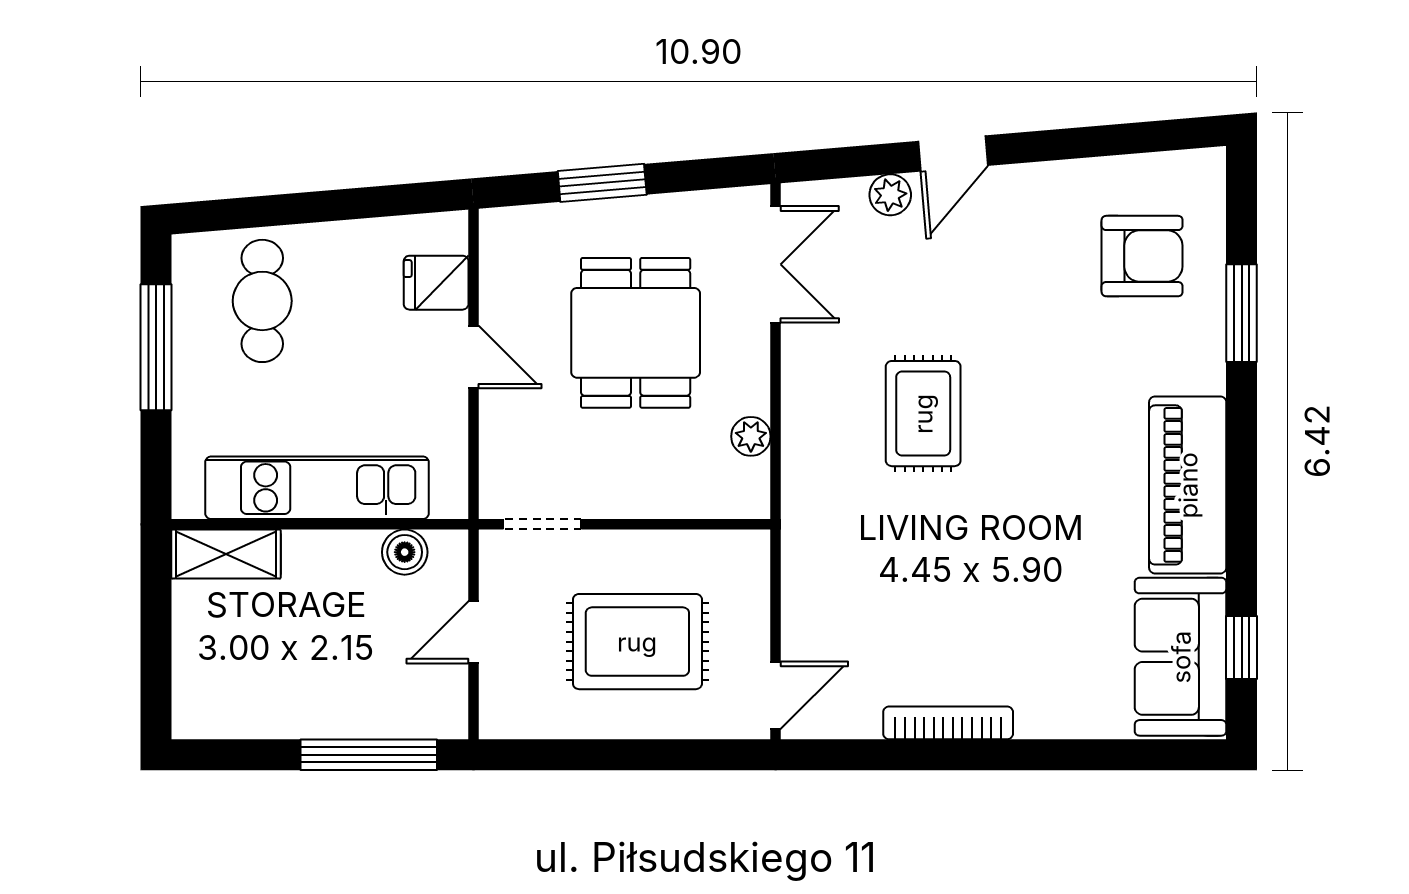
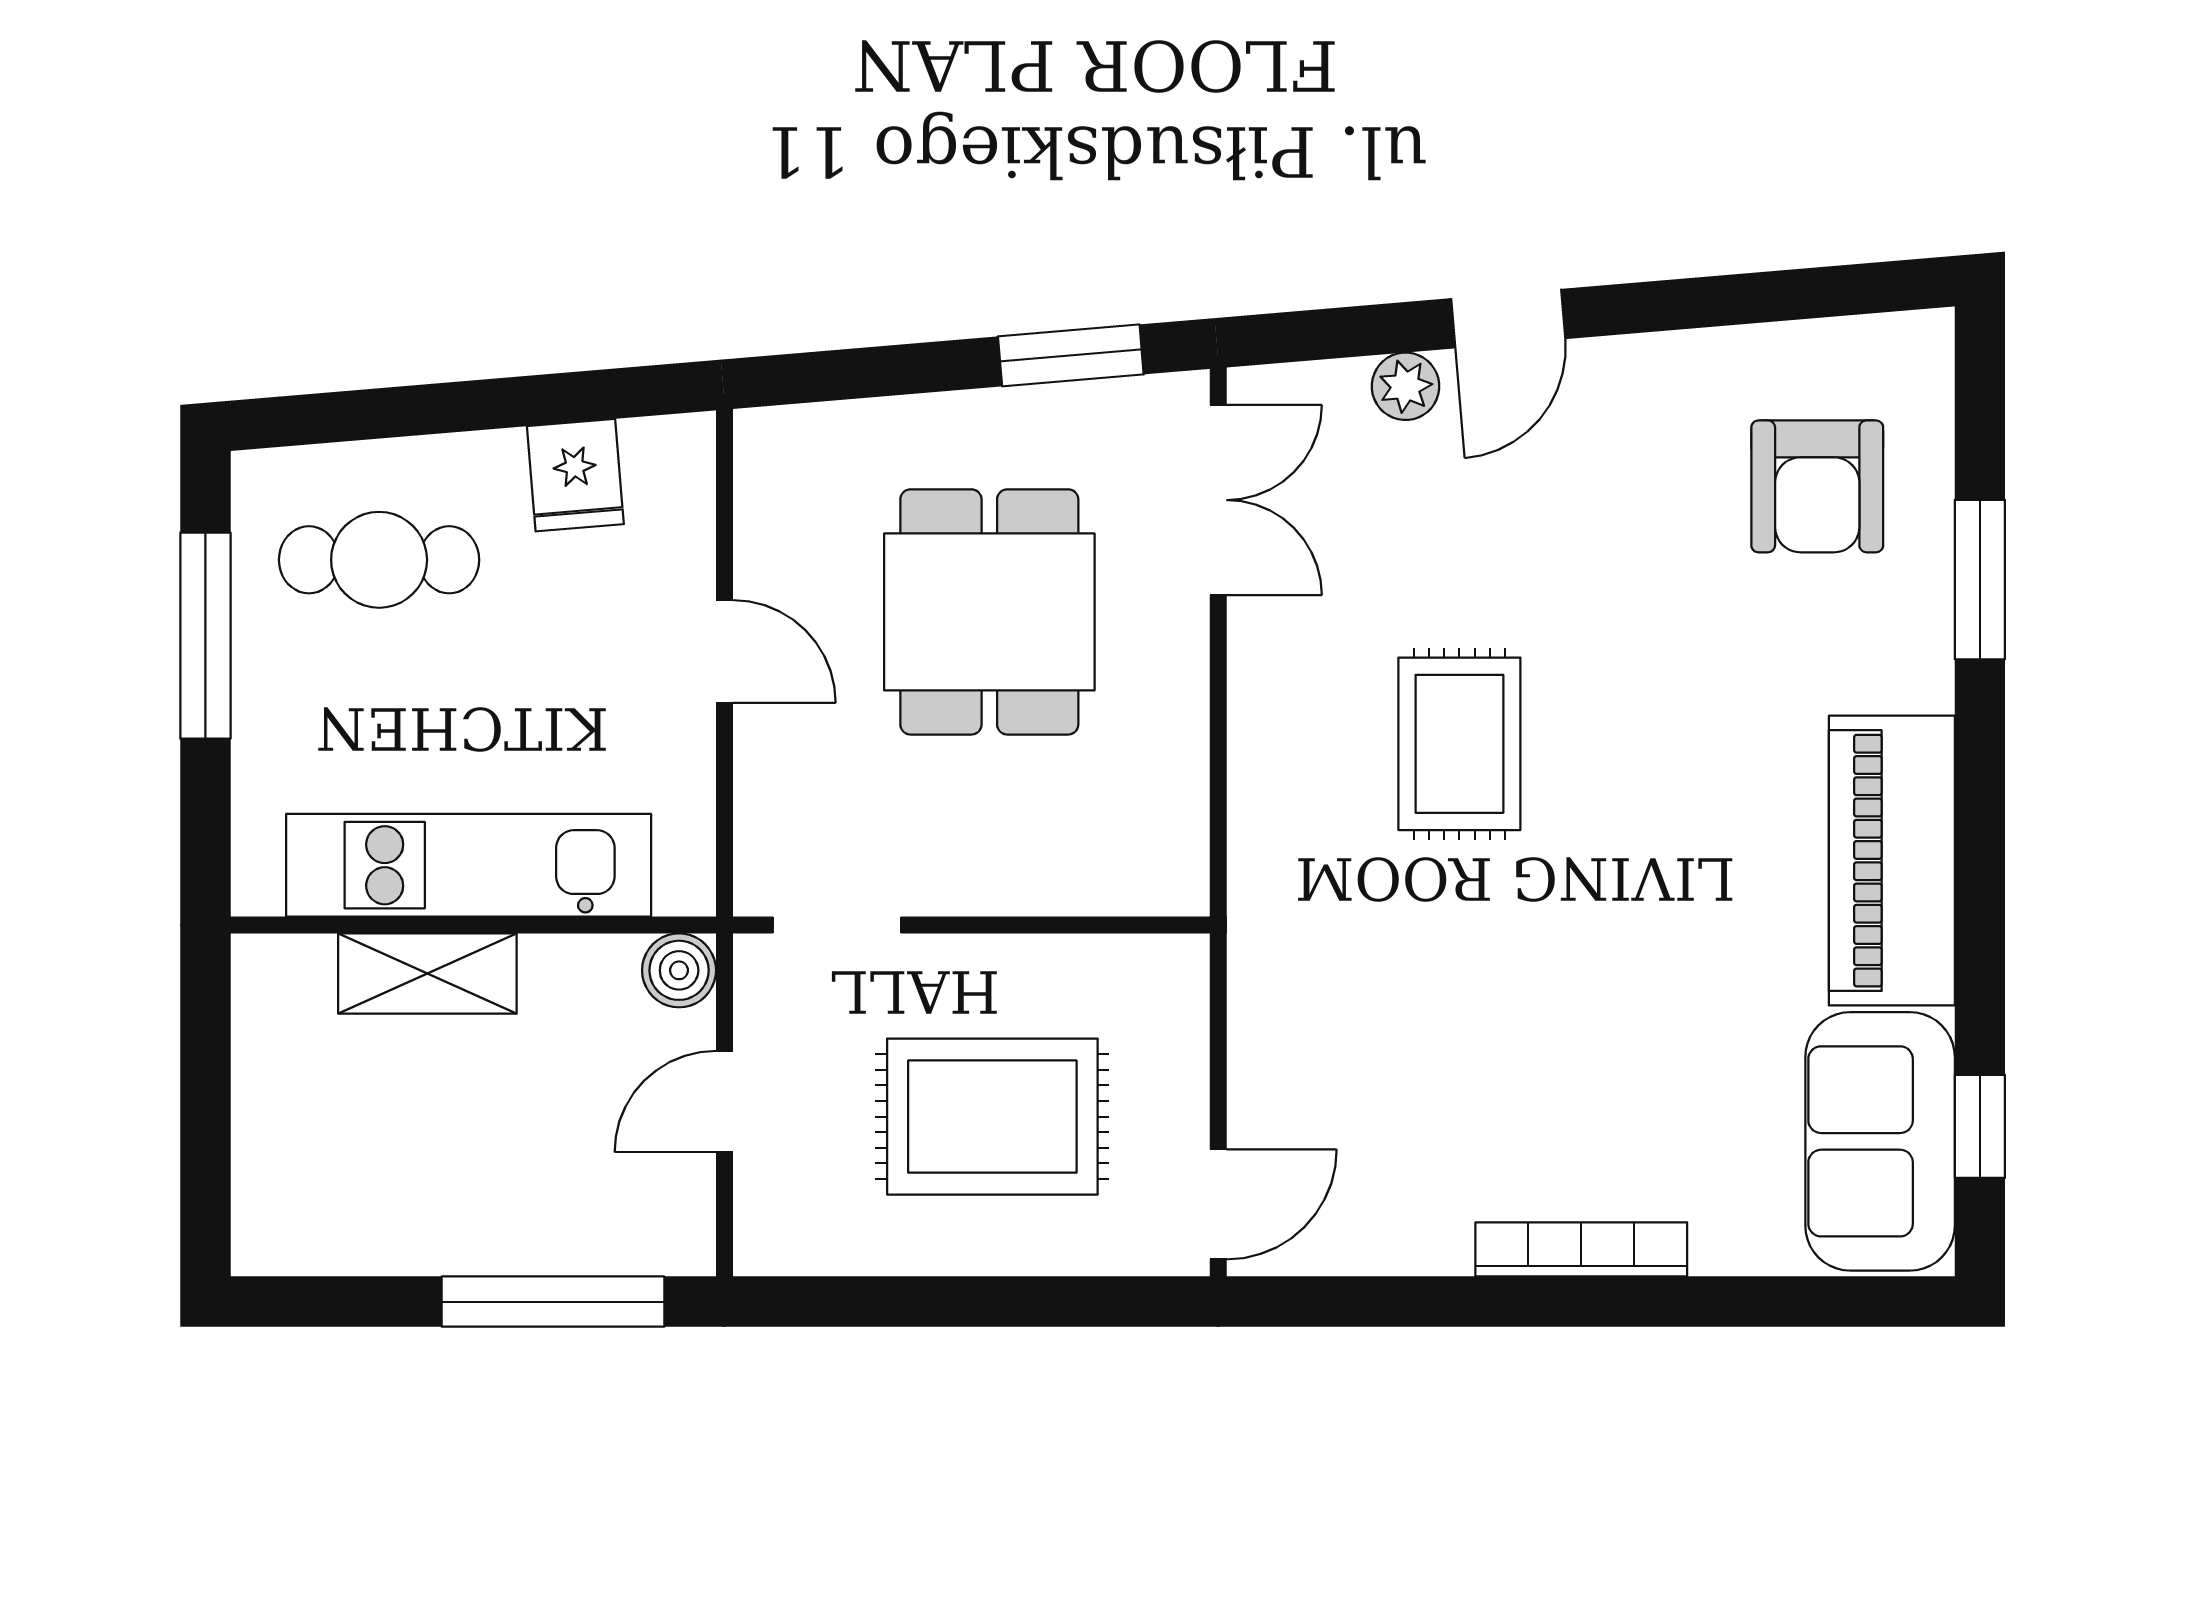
window: (602, 183) -> (1071, 355), moved
armchair: (1142, 256) -> (1817, 486), turned 90
fridge: (436, 283) -> (575, 475), moved, turned -95
cafe table: (262, 301) -> (379, 560), turned 90
plant: (751, 436) -> (1178, 781), removed
boiler: (405, 552) -> (679, 970), moved
shelving: (226, 554) -> (427, 973), moved
bookcase: (948, 723) -> (1581, 1249), moved

